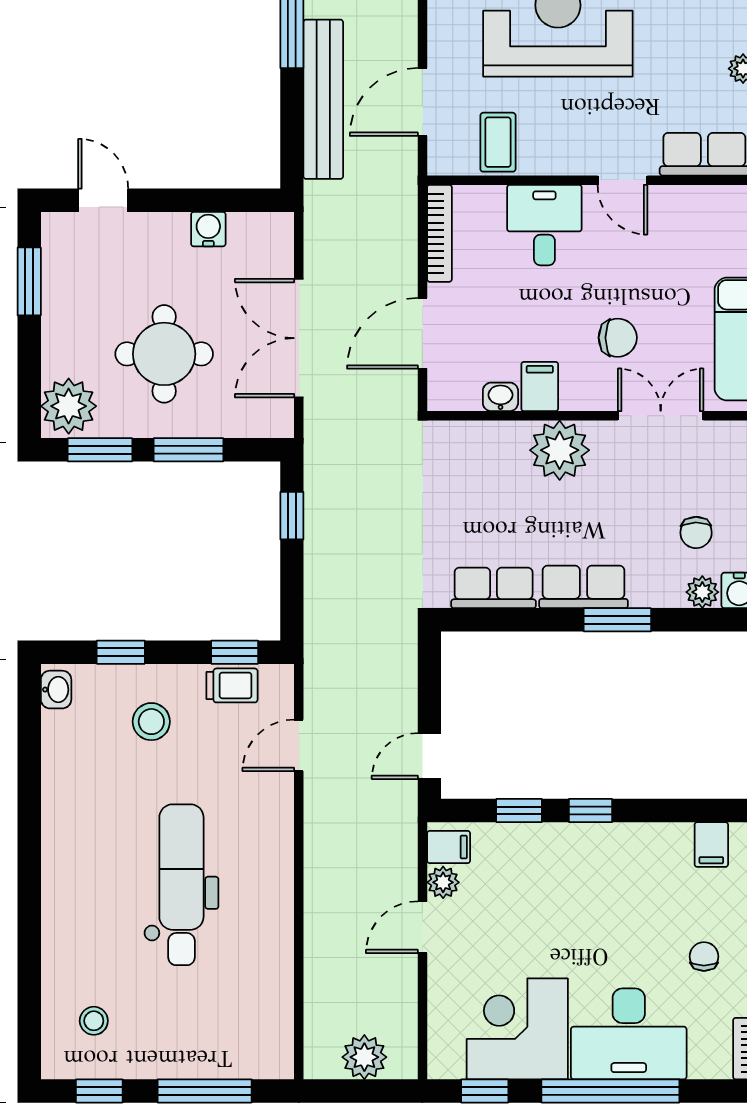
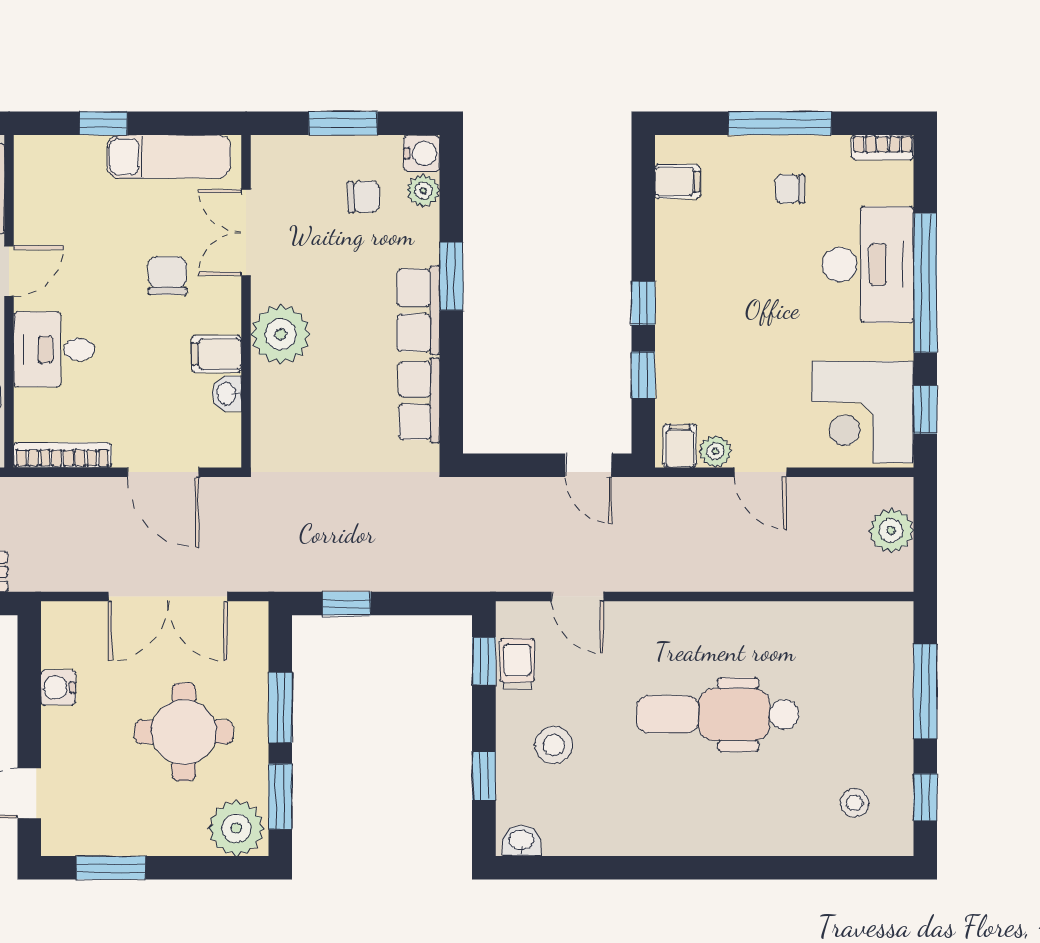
corner desk: (517, 1029) -> (863, 412), moved

